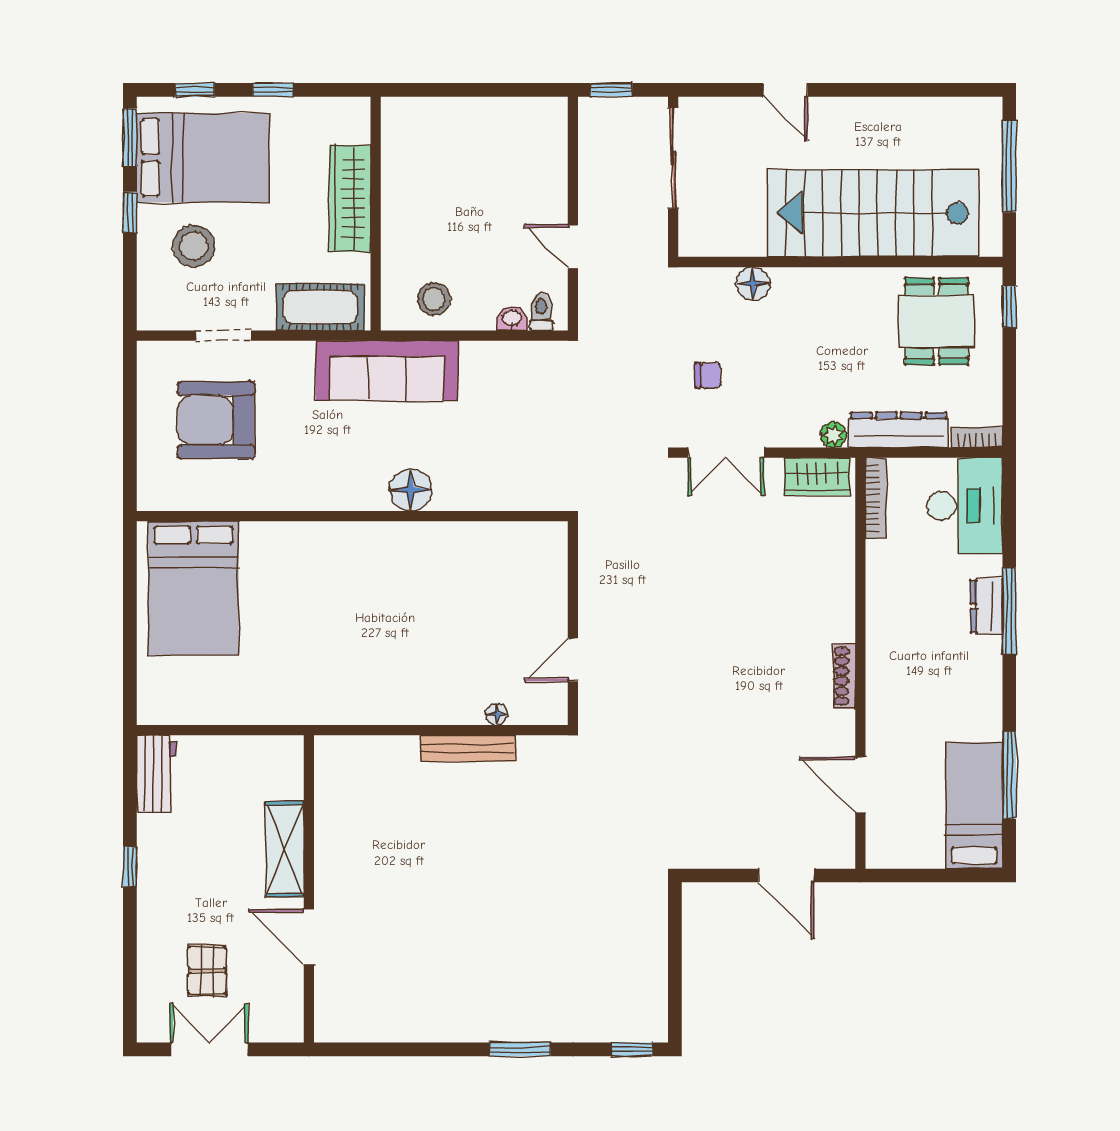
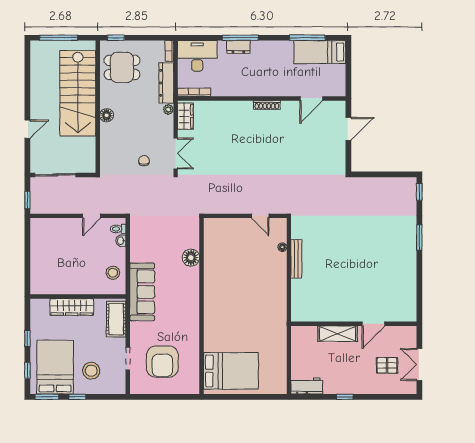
floor lamp: (753, 284) -> (107, 115), moved
floor lamp: (410, 490) -> (191, 258), moved

